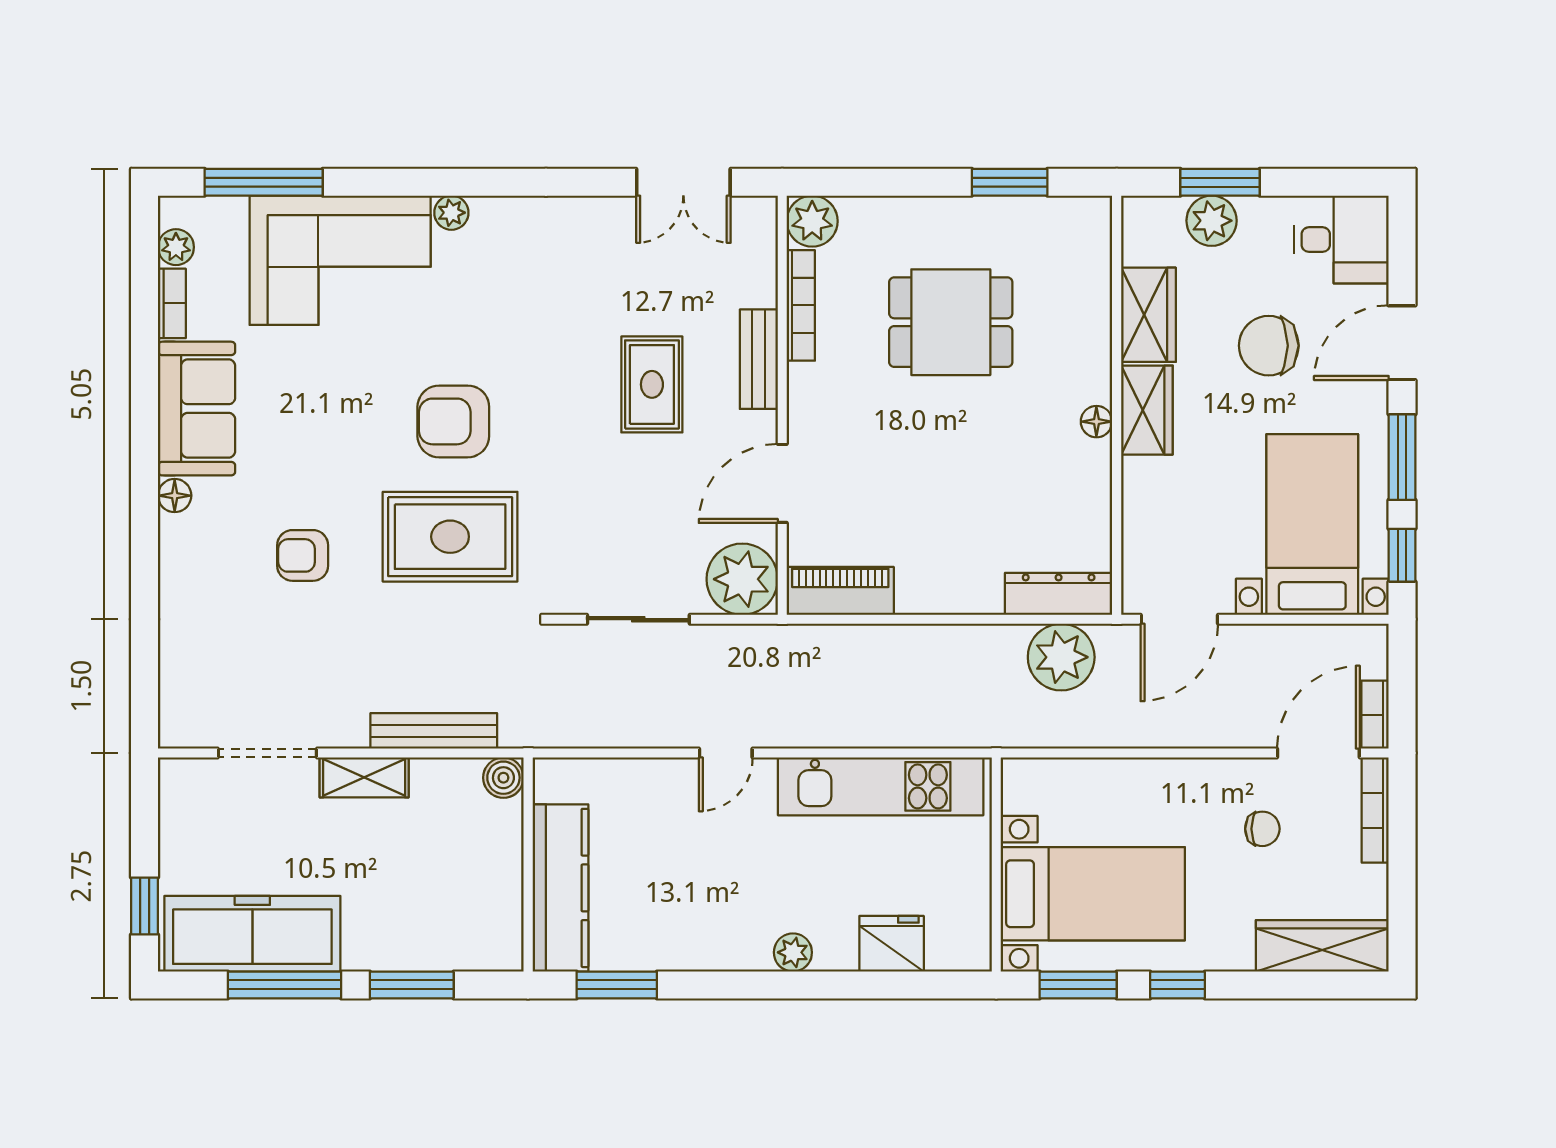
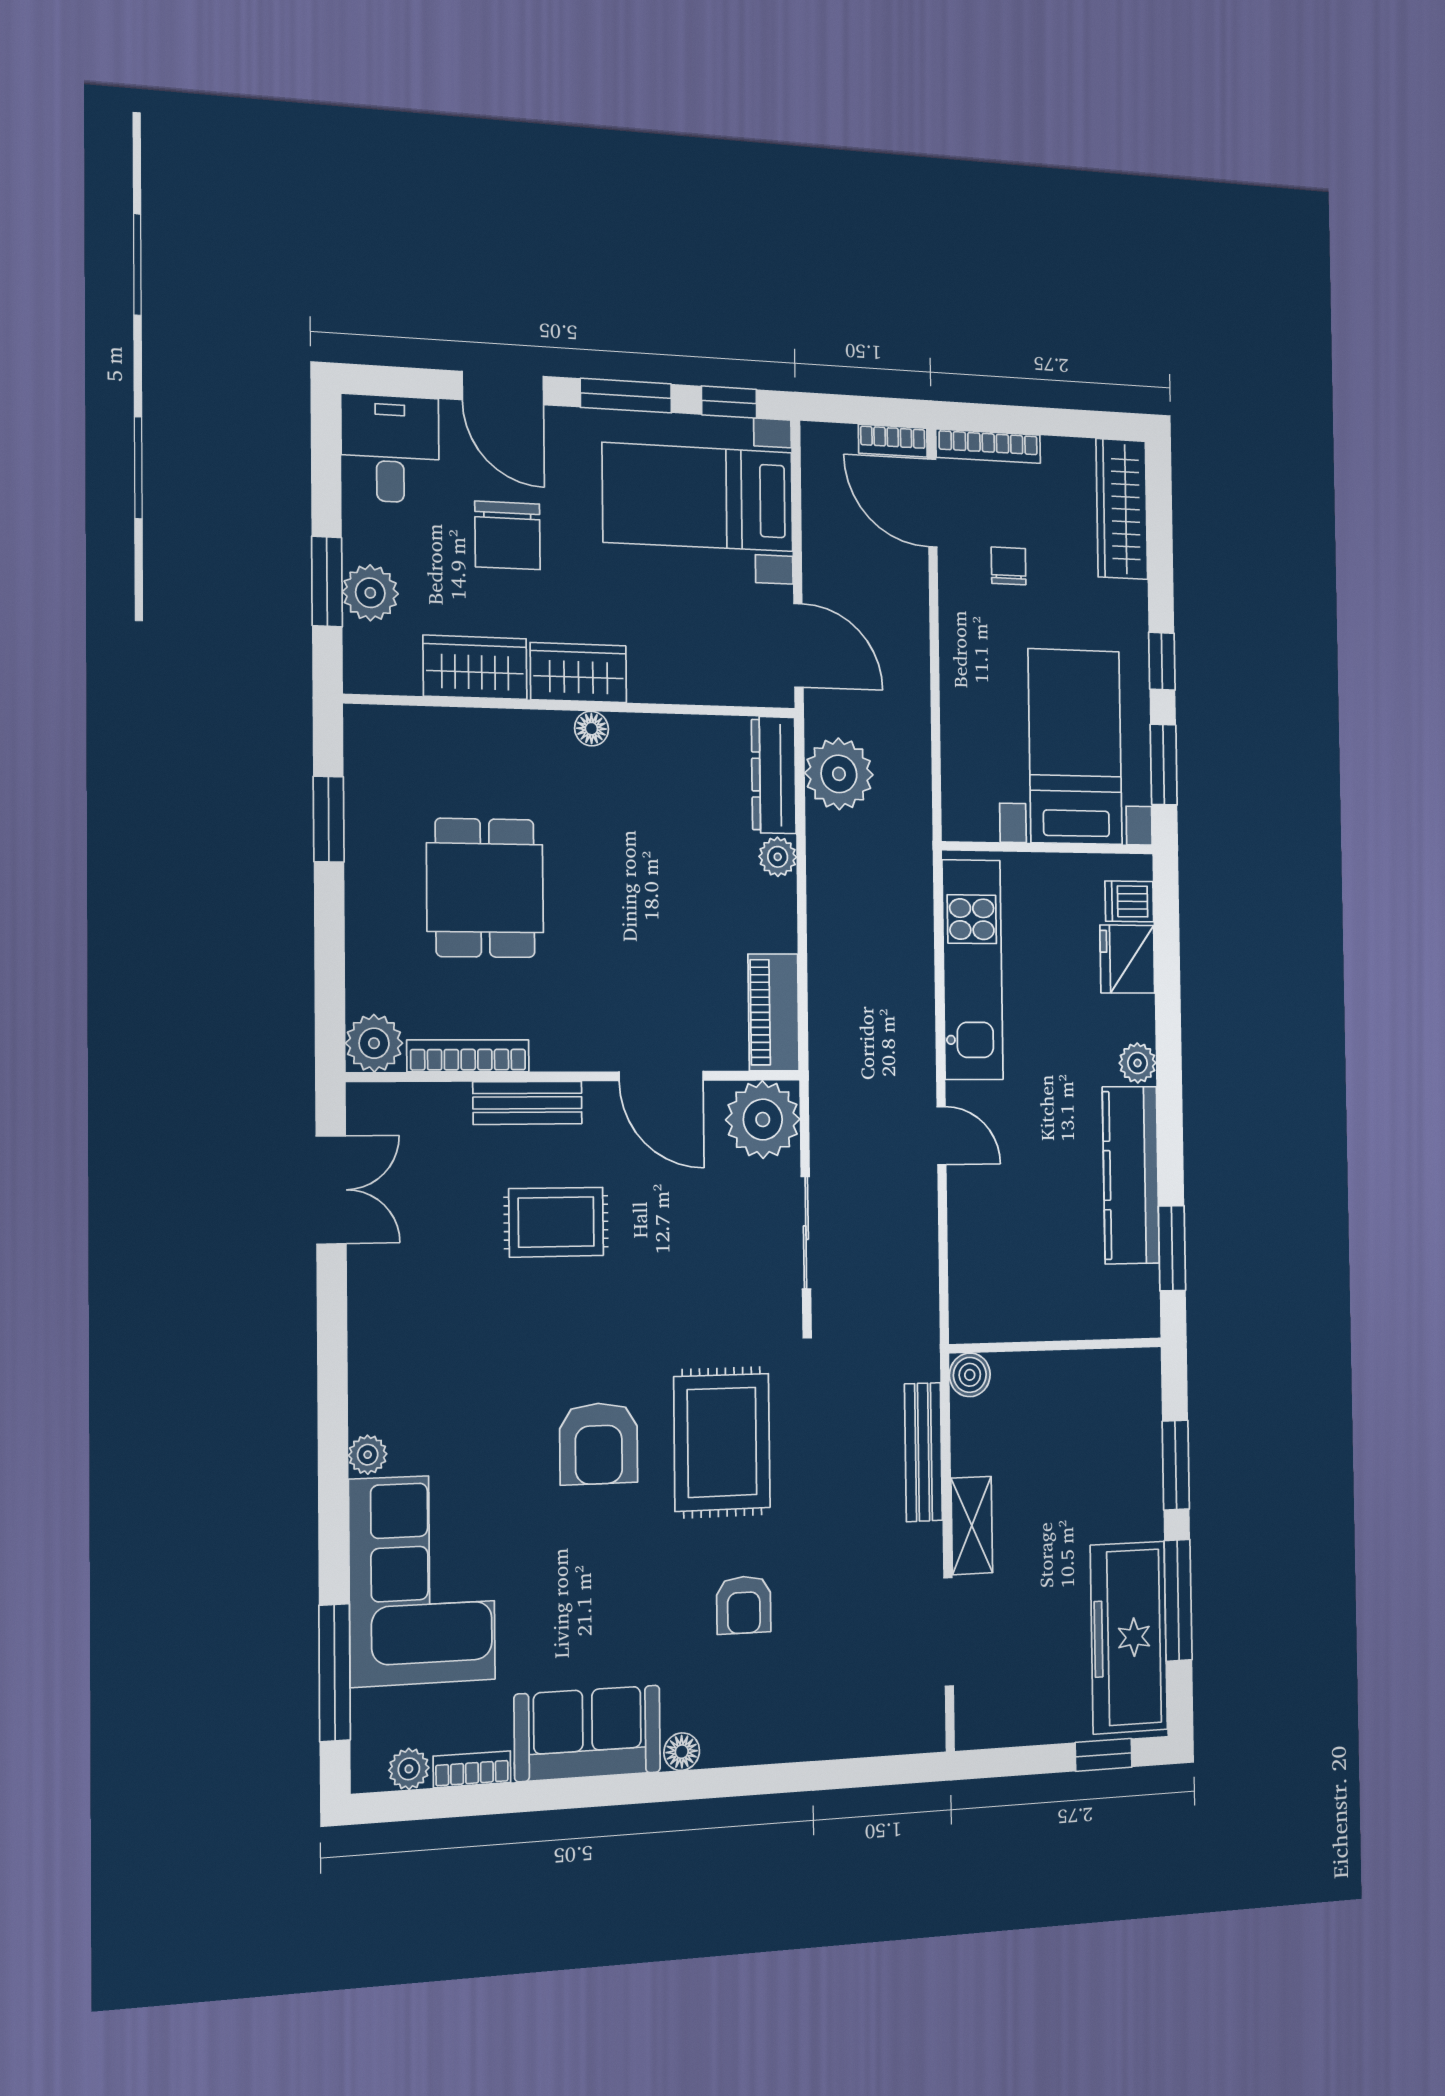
plant: (983, 597) -> (778, 857), added
kitchen counter: (560, 888) -> (1131, 1175), moved, turned -90
dishwasher: (947, 947) -> (1129, 901), added

